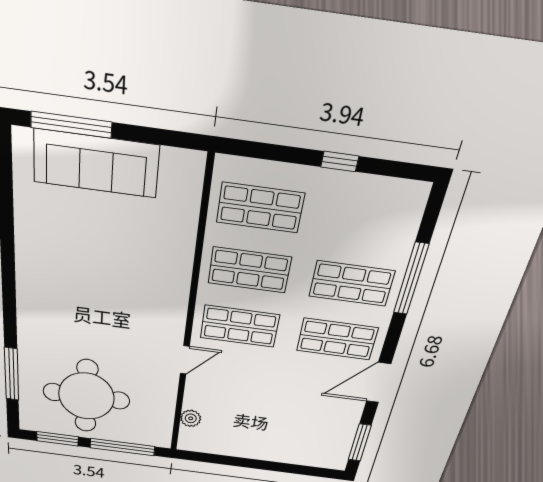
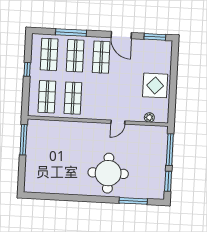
window: (71, 125) -> (23, 140), moved
sofa: (96, 164) -> (35, 161), removed
shop shelf: (240, 326) -> (49, 54), moved
door: (185, 360) -> (118, 122), swing flipped
round table: (86, 396) -> (108, 173), moved
display table: (257, 434) -> (155, 85), added

